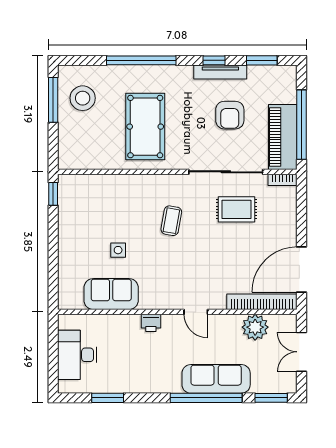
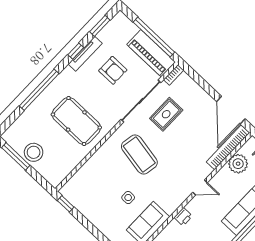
stool: (83, 98) -> (34, 152), moved
coffee table: (171, 221) -> (139, 155), width x1.86, depth x1.72

